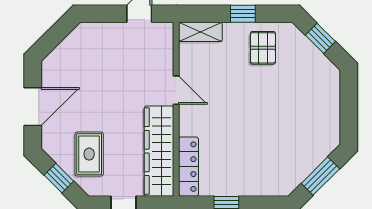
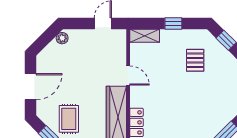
plant: (79, 35) -> (62, 38), added
pallet: (263, 48) -> (195, 60), moved

